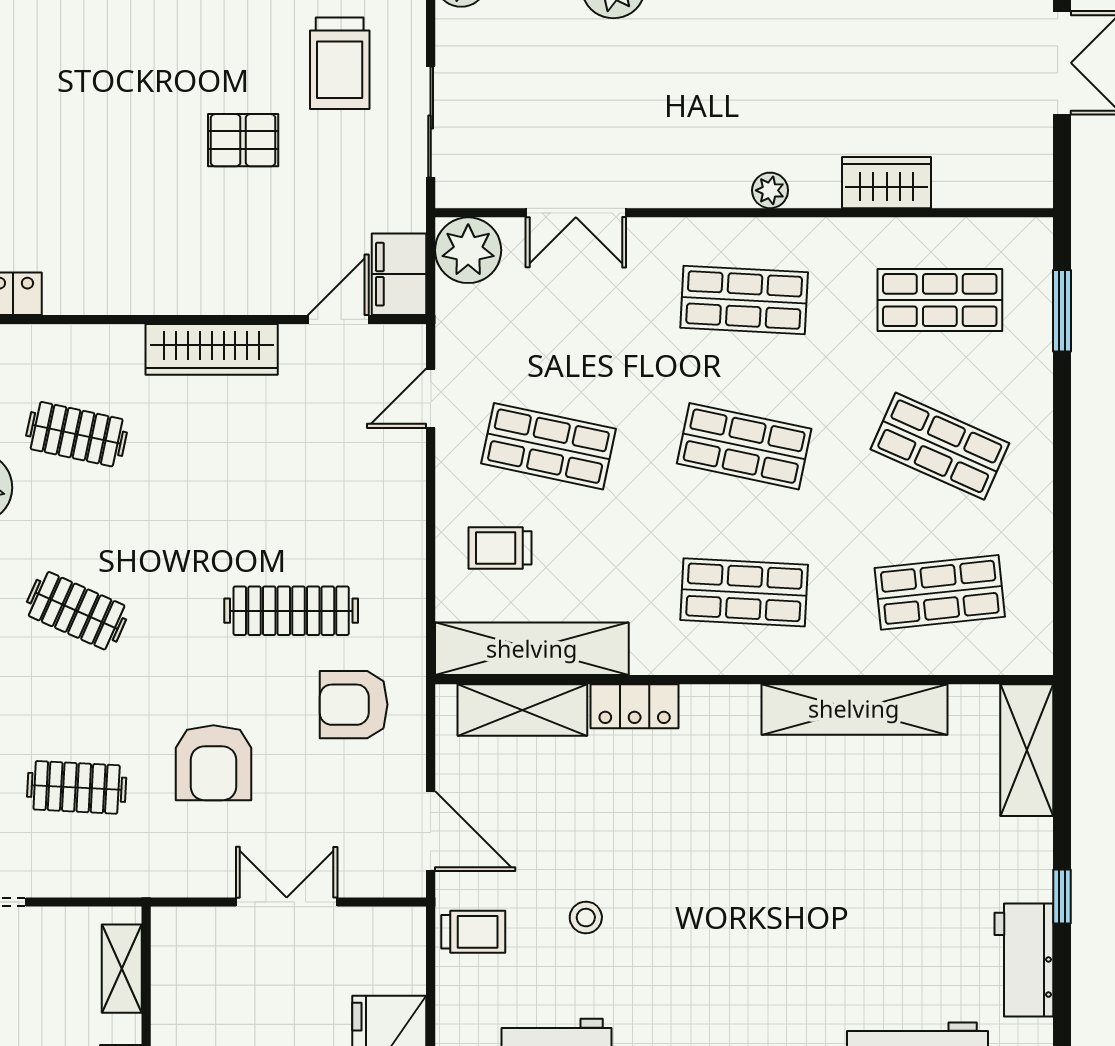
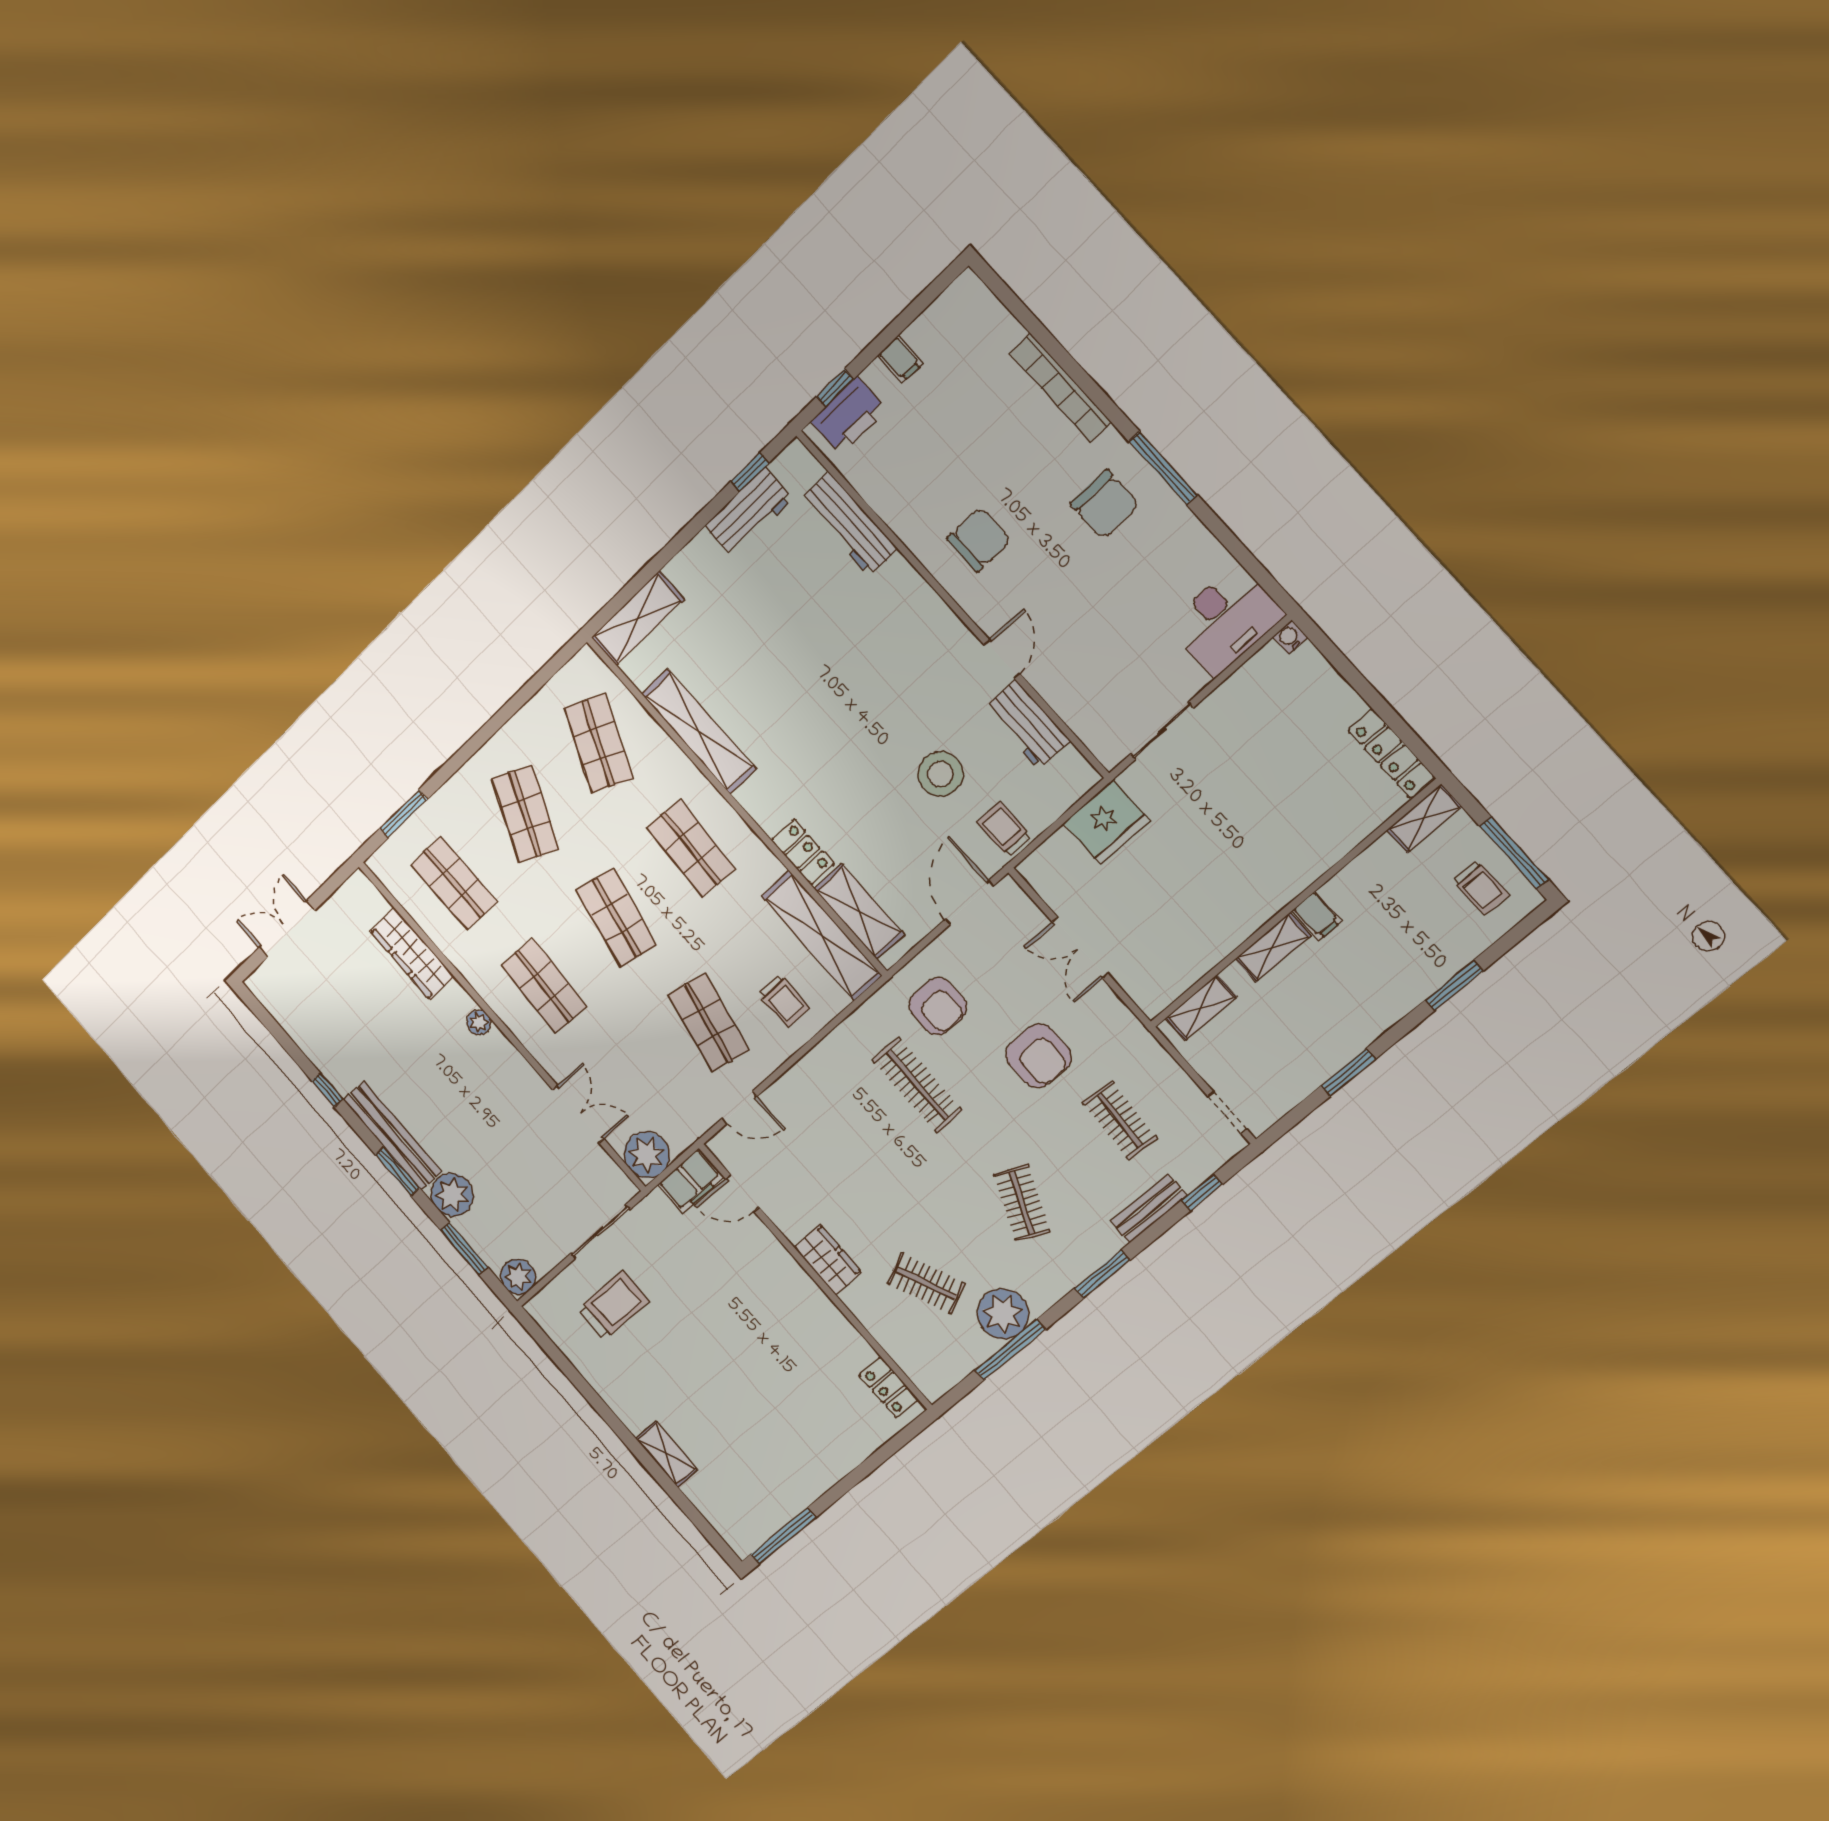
pallet: (243, 140) -> (696, 1323), removed
wardrobe: (887, 183) -> (412, 954), width x1.50
wardrobe: (212, 349) -> (828, 1260), width x0.67
clothes rail: (77, 434) -> (926, 1283), turned -36
shop shelf: (940, 592) -> (598, 743), turned 30
armchair: (213, 763) -> (1038, 1056), turned 90
window: (1062, 897) -> (750, 472), moved
stool: (586, 918) -> (940, 774), width x1.89, depth x1.89

